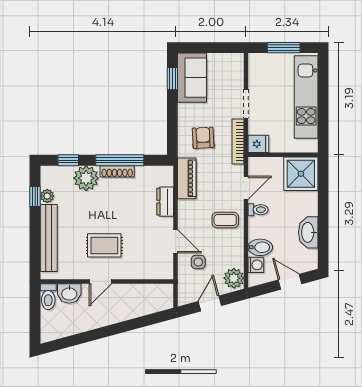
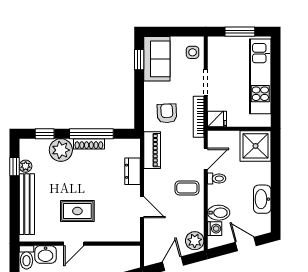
side table: (198, 262) -> (193, 52), moved

